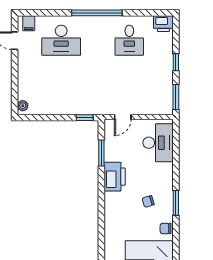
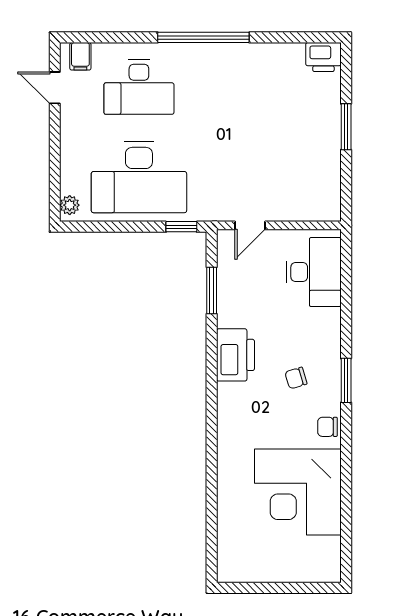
desk: (129, 40) -> (139, 177), moved, width x1.87, depth x1.30
window: (176, 62) -> (346, 127), width x1.50
window: (176, 97) -> (346, 189), removed
printer: (115, 177) -> (235, 355), moved

